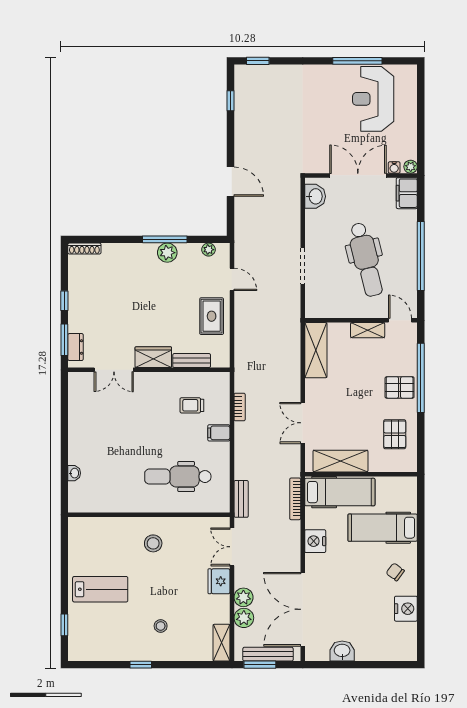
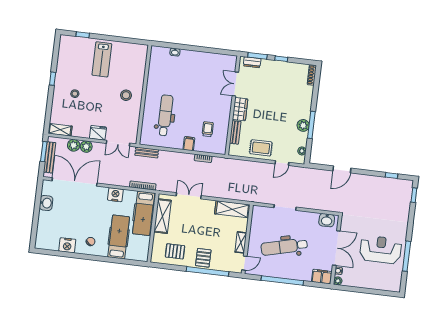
reception desk: (373, 99) -> (381, 250), moved
double door: (232, 547) -> (118, 143), swing flipped

